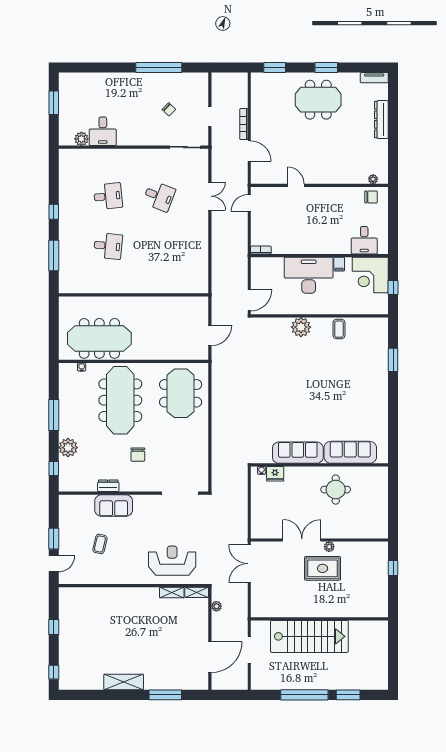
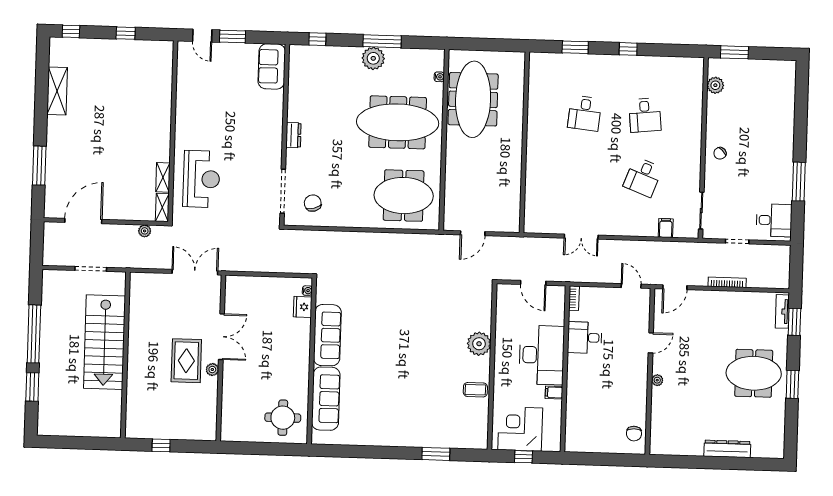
window: (159, 67) -> (799, 182), width x0.68
tv unit: (374, 78) -> (782, 311), moved
meeting table: (318, 100) -> (754, 373), turned 90
window: (54, 103) -> (734, 52), moved
chair: (169, 109) -> (720, 153), moved
desk: (103, 131) -> (774, 220), moved, turned 180
door: (249, 151) -> (675, 287), moved
filing cabinet: (201, 176) -> (666, 228), added
plant: (373, 179) -> (657, 380), moved
double door: (210, 196) -> (581, 237), moved
desk: (364, 240) -> (585, 338), moved
window: (54, 256) -> (575, 47), width x0.69
corner desk: (370, 275) -> (520, 429), moved
door: (249, 300) -> (533, 283), moved
door: (210, 335) -> (473, 233), hinge flipped
plant: (68, 448) -> (373, 58), moved
chair: (138, 455) -> (313, 203), moved, turned 74
dresser: (108, 486) -> (293, 135), moved
round table: (336, 490) -> (283, 418), moved
sofa: (114, 506) -> (272, 66), moved
coffee table: (100, 544) -> (224, 92), removed
window: (393, 568) -> (161, 445), moved
door: (210, 657) -> (83, 221), swing flipped
shelving: (124, 682) -> (57, 91), moved

